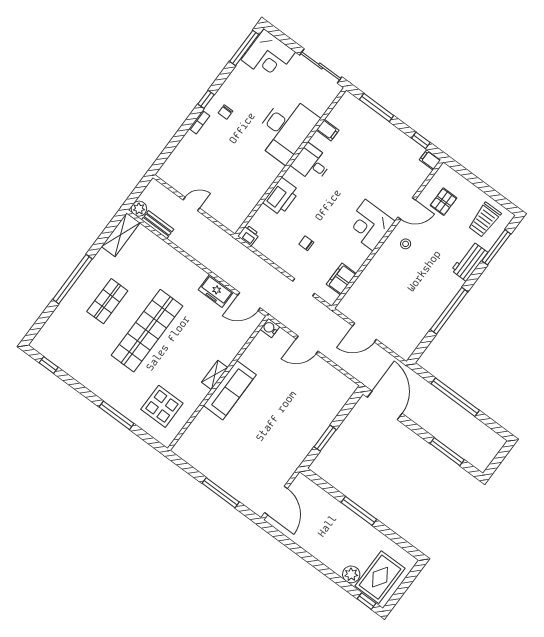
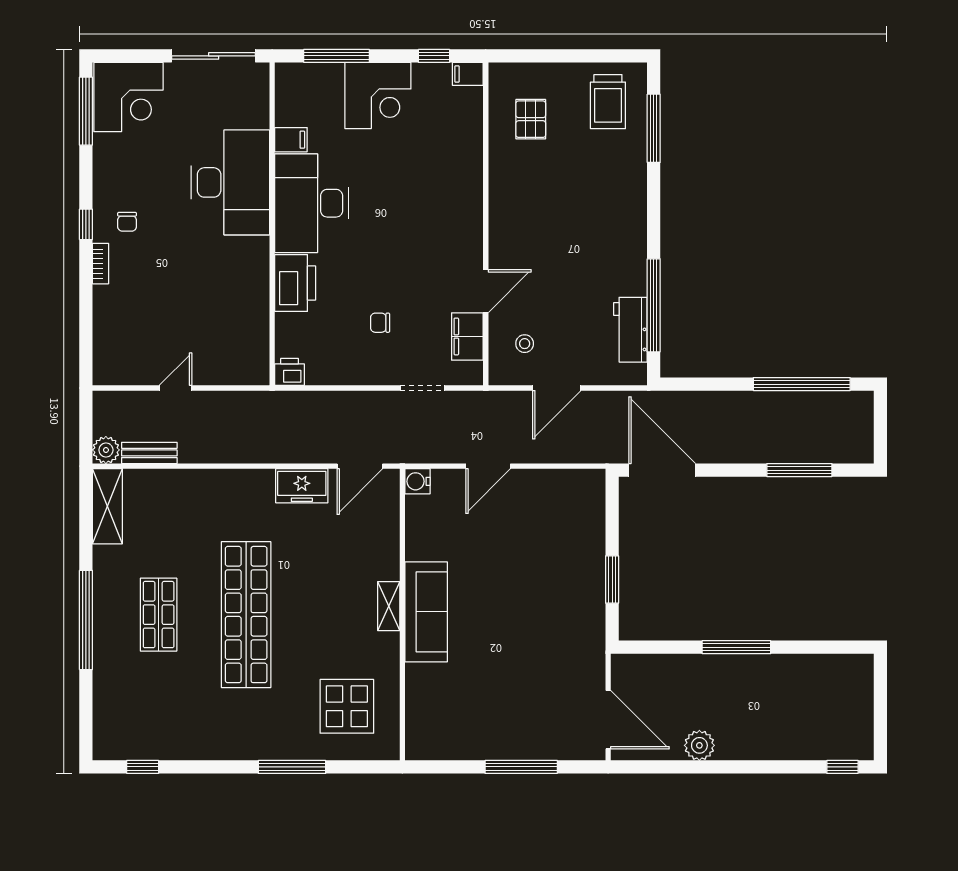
desk: (312, 163) -> (312, 203), width x1.87, depth x1.30
door: (407, 209) -> (486, 291), moved
corner desk: (369, 225) -> (378, 96), moved, turned -90
stool: (406, 244) -> (525, 344), moved
workbench: (469, 261) -> (630, 330), moved
window: (449, 311) -> (654, 305), moved
window: (455, 397) -> (802, 384), moved
plant: (351, 574) -> (699, 745), moved
rug: (380, 577) -> (836, 719), removed

